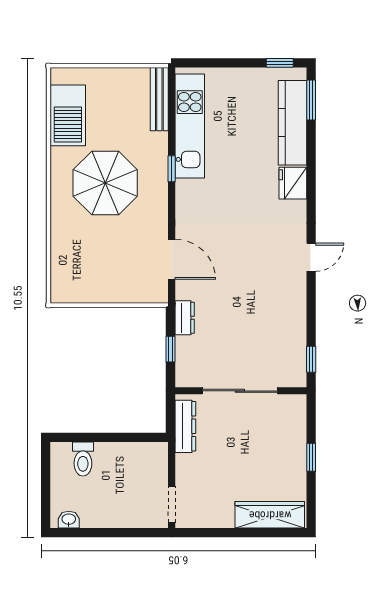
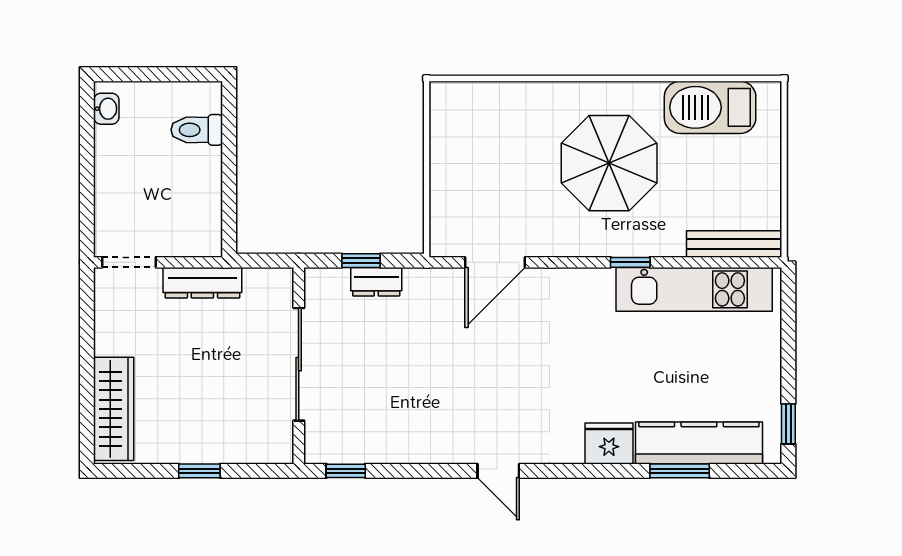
window: (311, 100) -> (680, 471), moved
dresser: (185, 318) -> (376, 282), moved
dresser: (185, 426) -> (202, 283), moved

